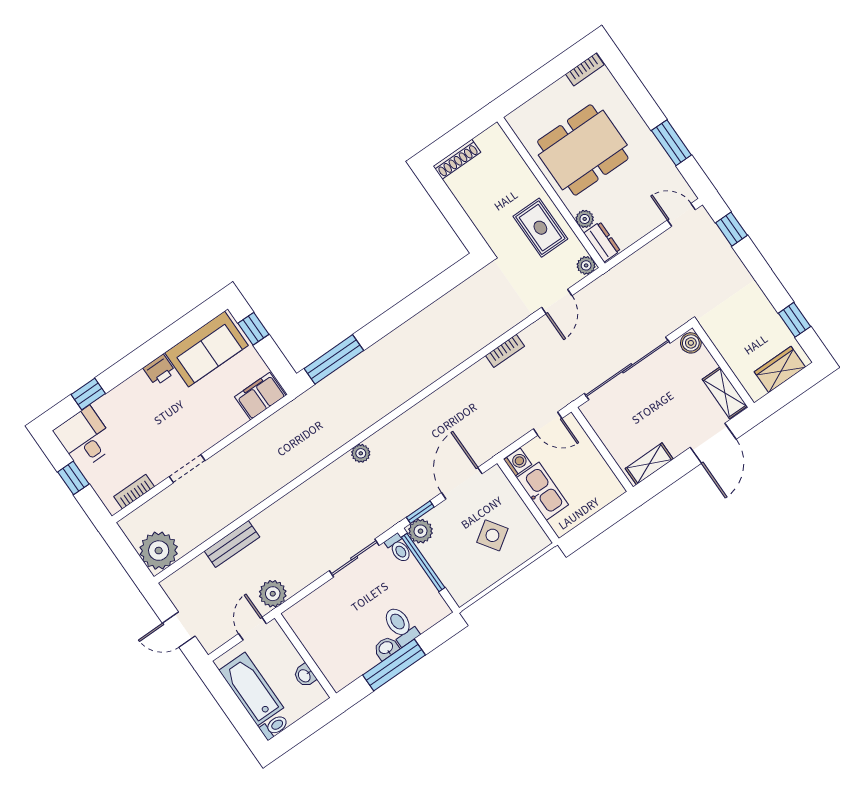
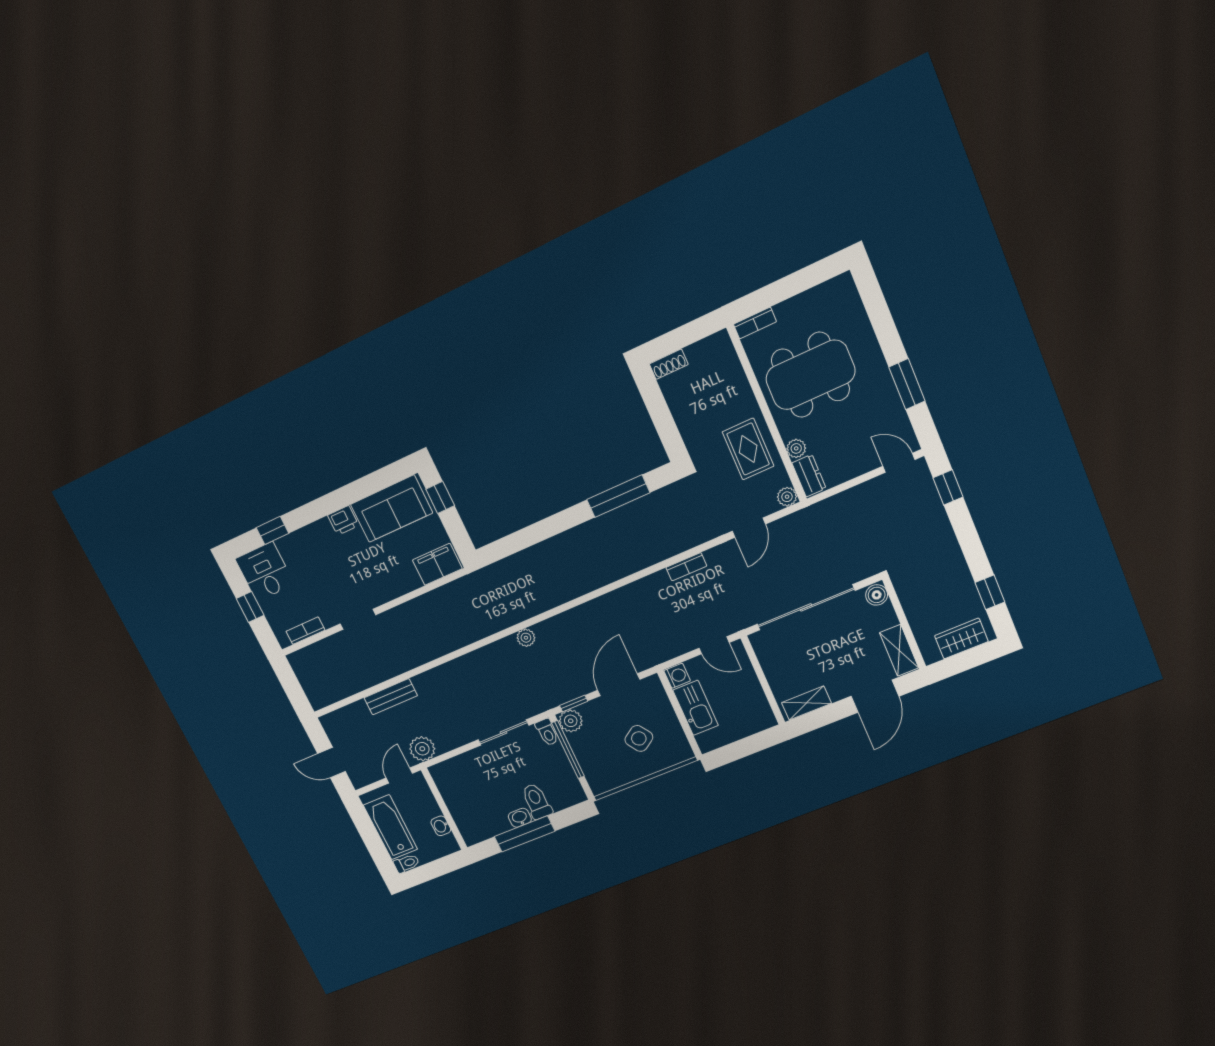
bookcase: (585, 69) -> (755, 323), moved
shoe rack: (457, 159) -> (669, 364), width x0.70
window: (334, 359) -> (618, 496), moved
plant: (159, 551) -> (322, 689), removed

